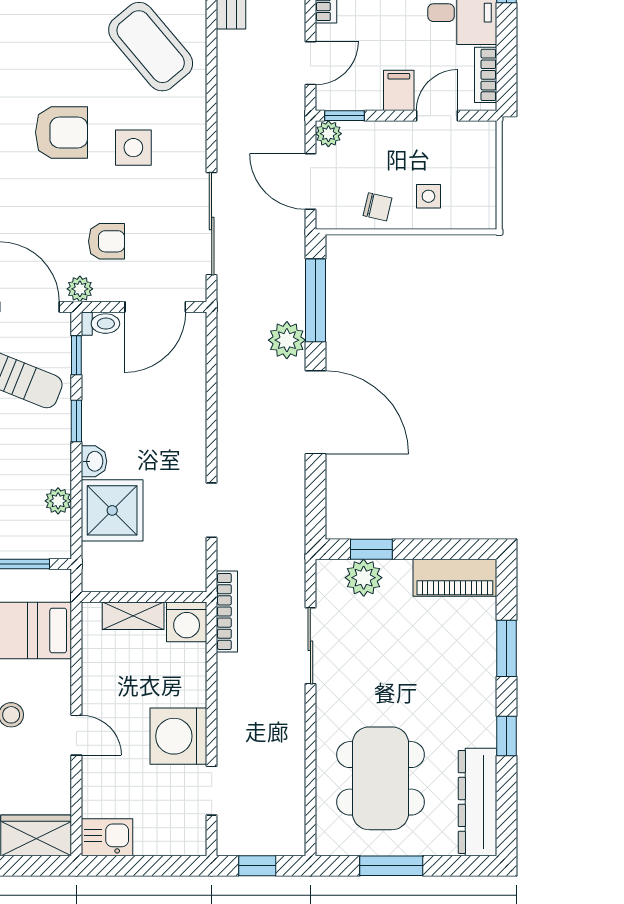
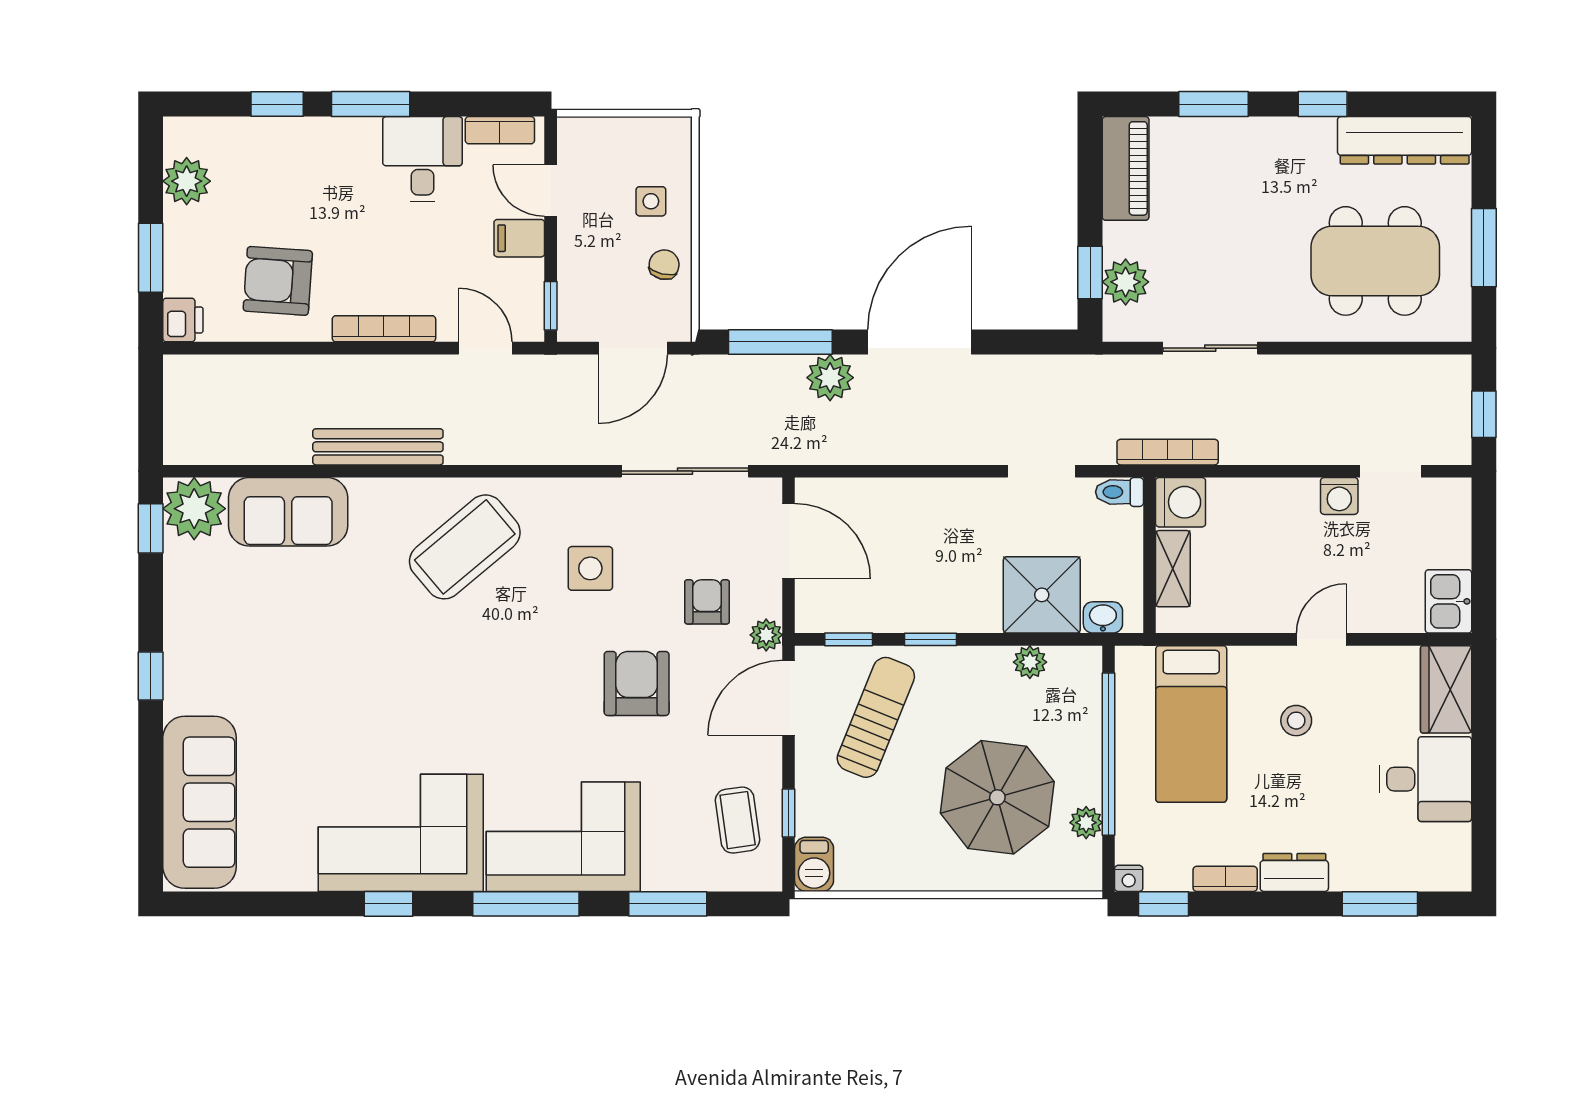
armchair: (61, 132) -> (637, 683), moved
plant: (328, 134) -> (573, 326), removed
toilet: (100, 324) -> (1120, 492), moved, turned -90
washbasin: (94, 461) -> (1103, 617), moved
washing machine: (178, 736) -> (1339, 496), width x0.53, depth x0.53

